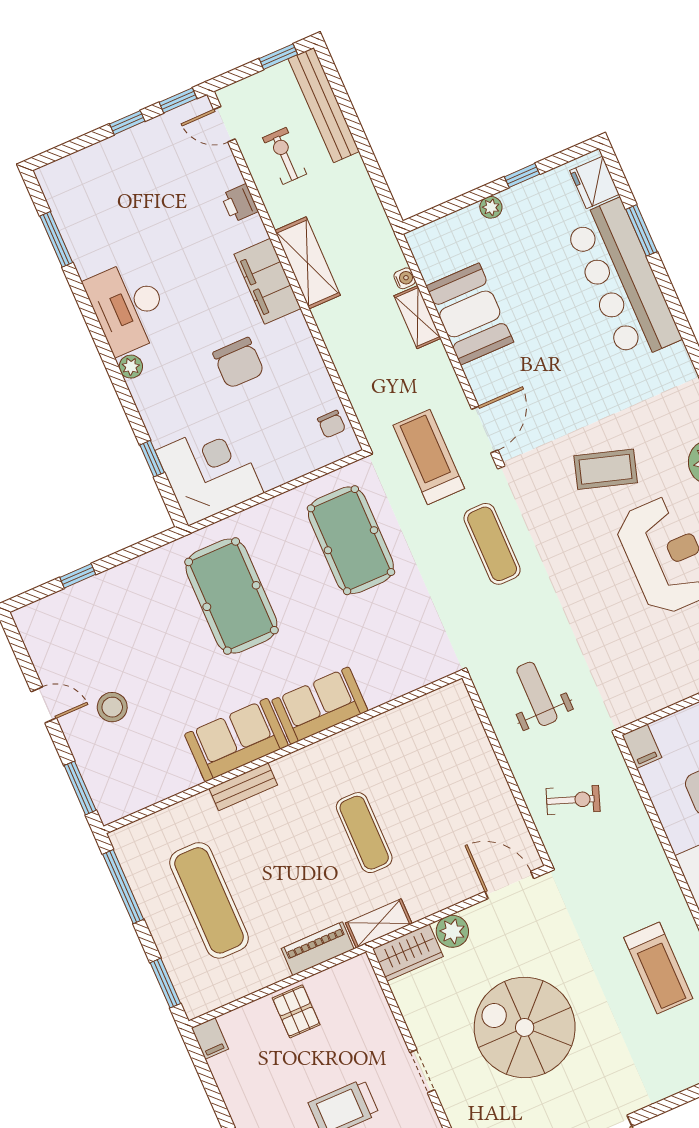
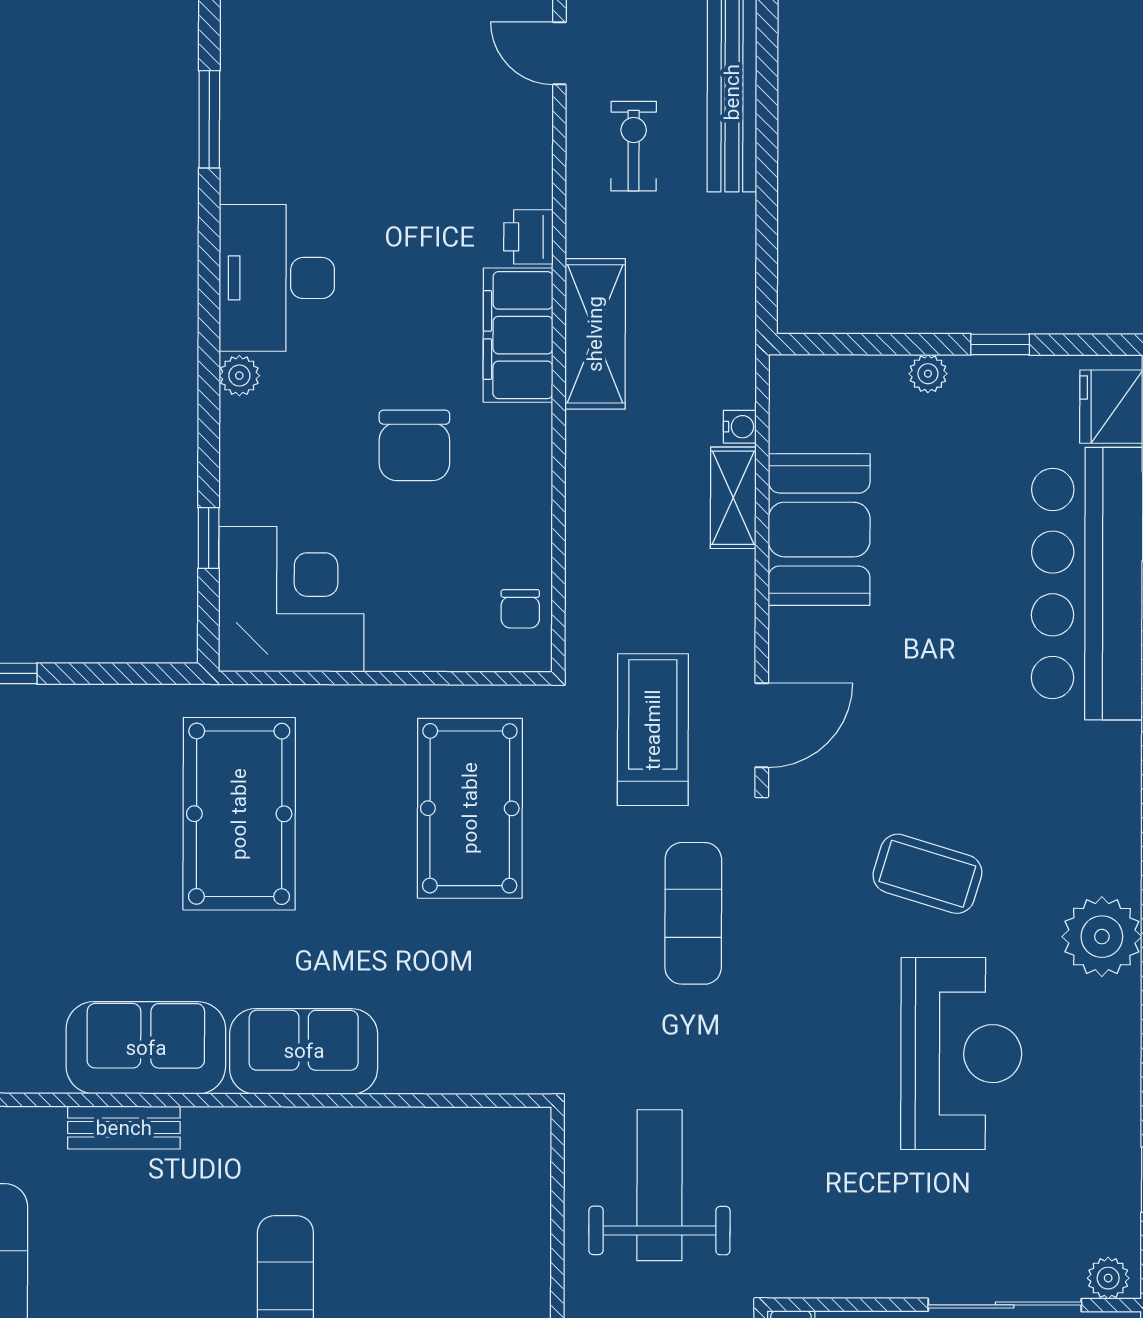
printer: (240, 203) -> (528, 237), moved
weight bench: (537, 694) -> (660, 1185), width x1.36, depth x1.33

